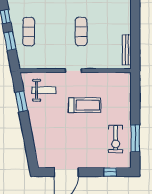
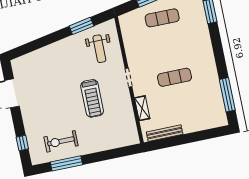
shelving: (102, 64) -> (142, 108), added

